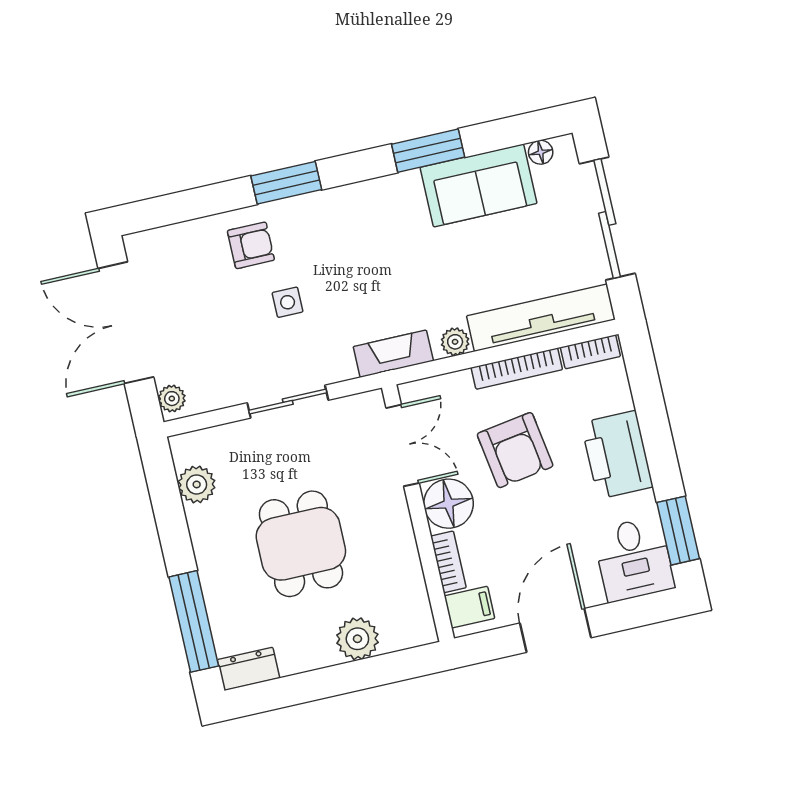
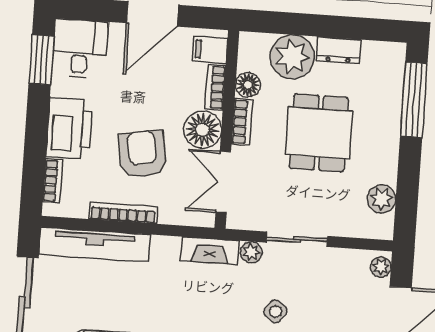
side table: (288, 302) -> (275, 312), turned 37
plant: (455, 342) -> (251, 252), moved
bookcase: (590, 352) -> (53, 181), moved, turned 90
bookcase: (402, 528) -> (242, 122), added
floor lamp: (408, 577) -> (248, 85), added
plant: (357, 639) -> (292, 57), width x1.36, depth x1.36
dresser: (249, 669) -> (339, 50), moved

